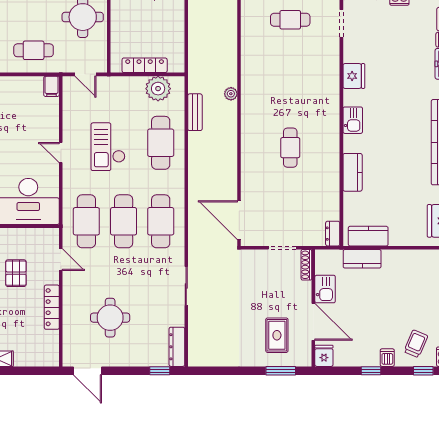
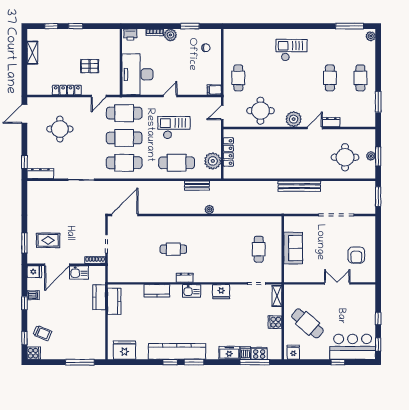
dresser: (333, 234) -> (185, 278), moved
dishwasher: (387, 358) -> (33, 295), moved

